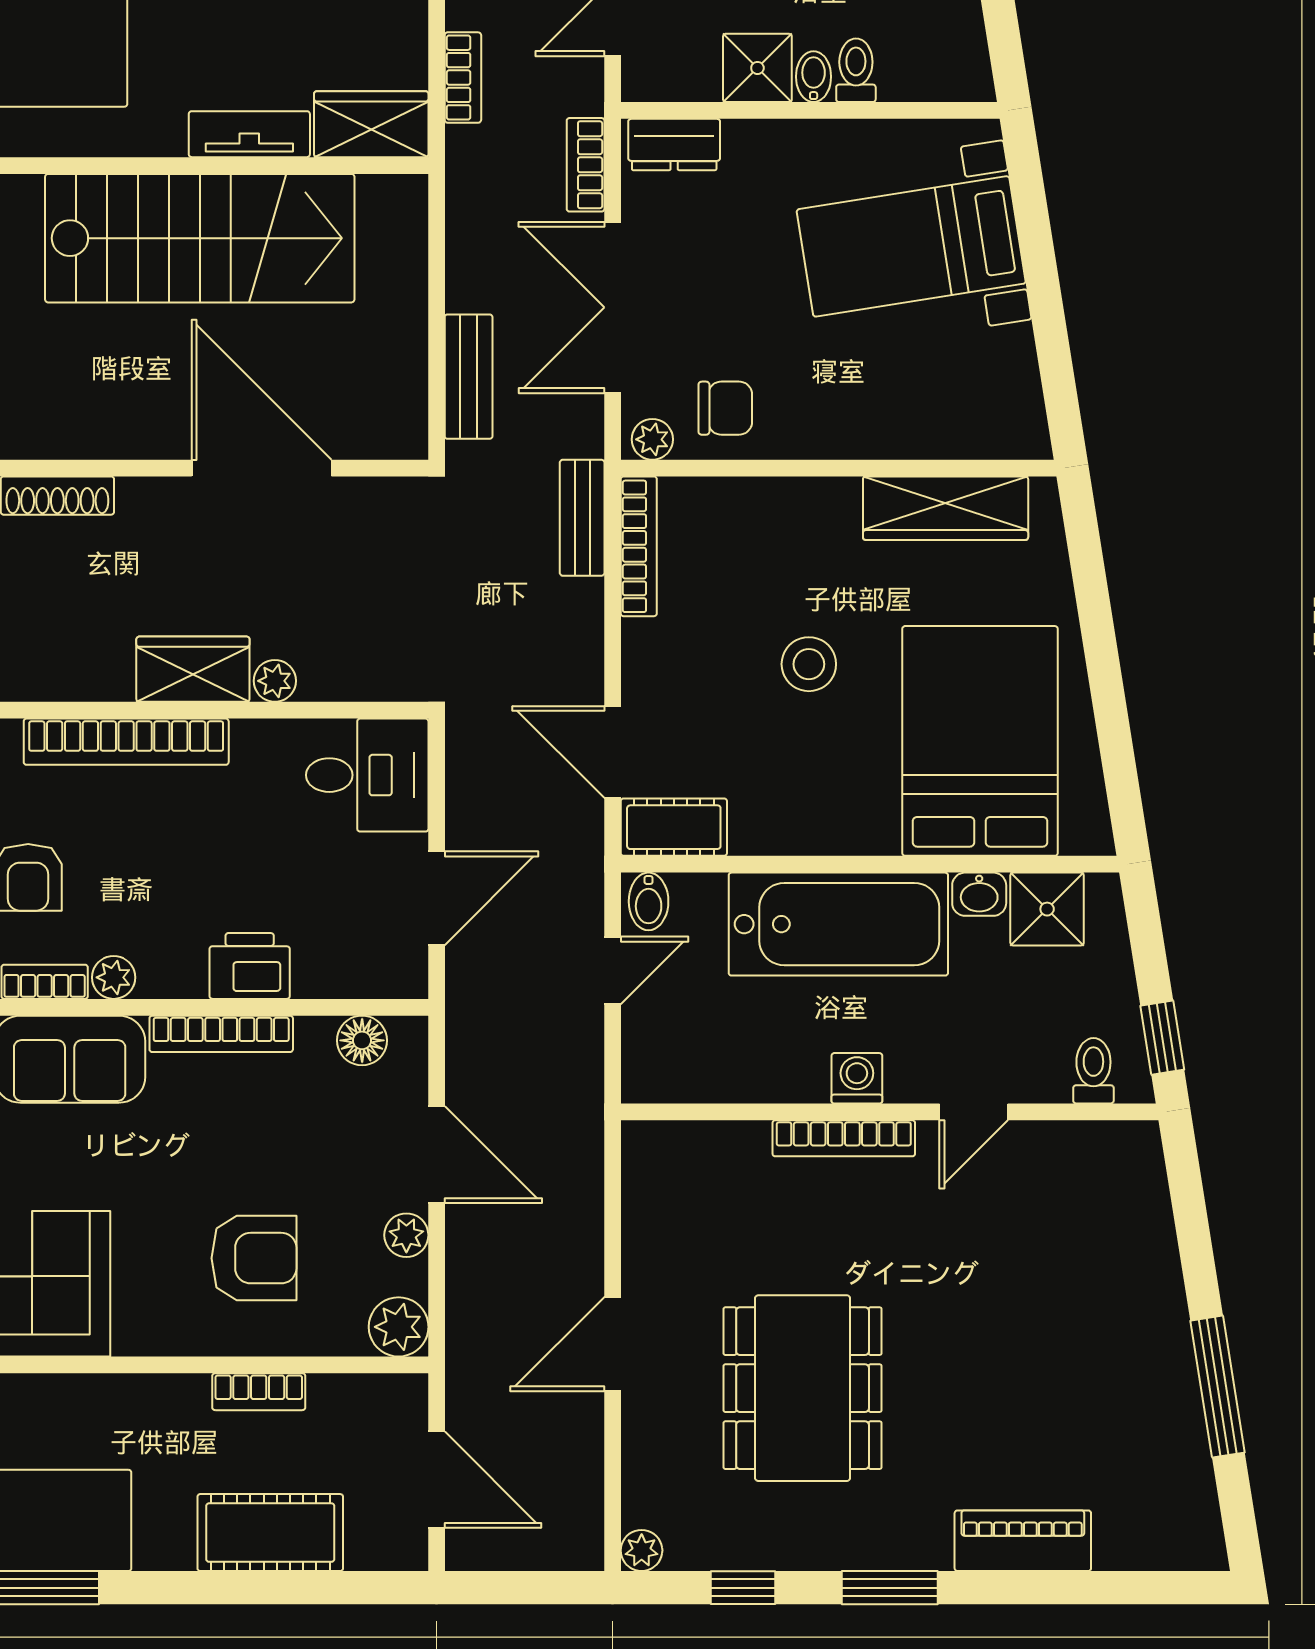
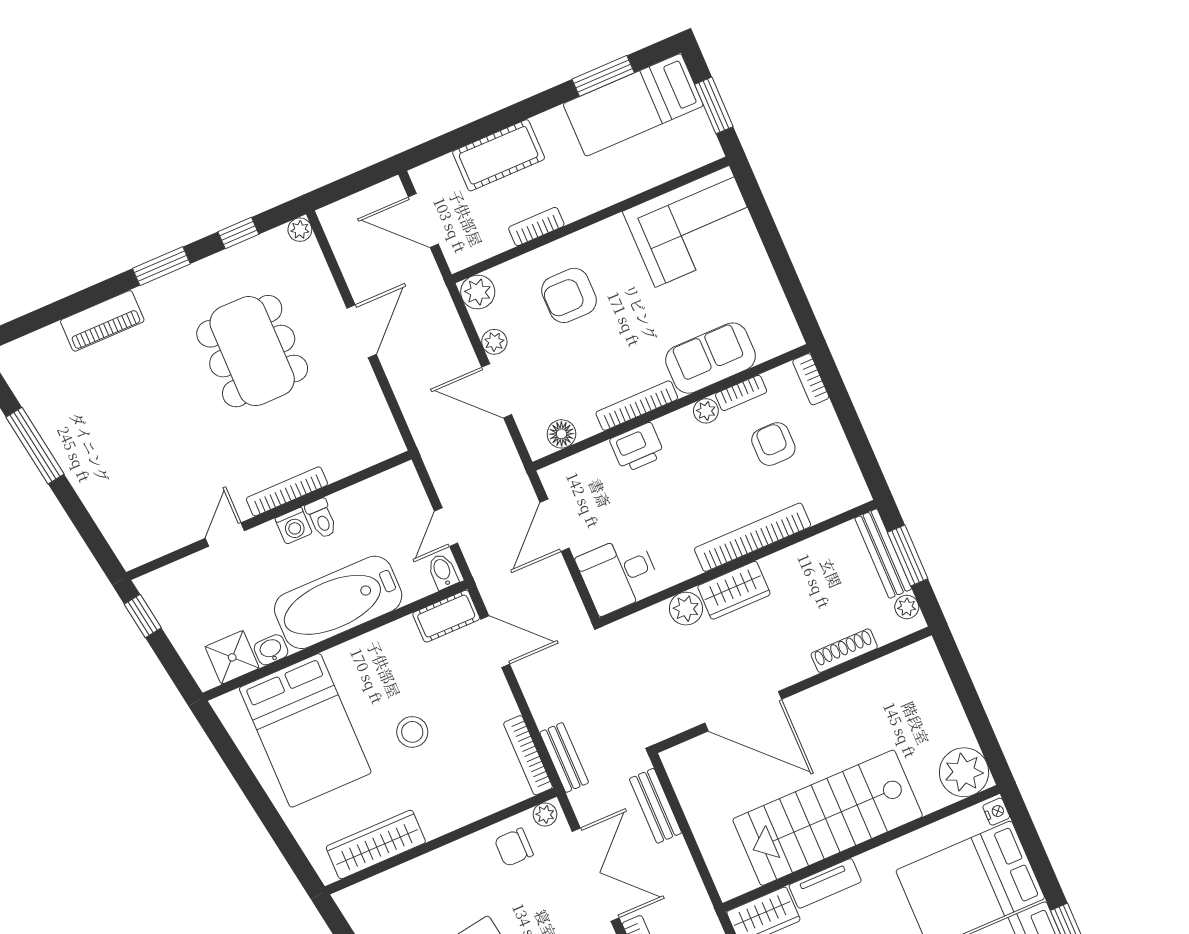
plant: (275, 681) -> (686, 609), width x1.38, depth x1.38
toilet: (1093, 1071) -> (321, 518), moved

